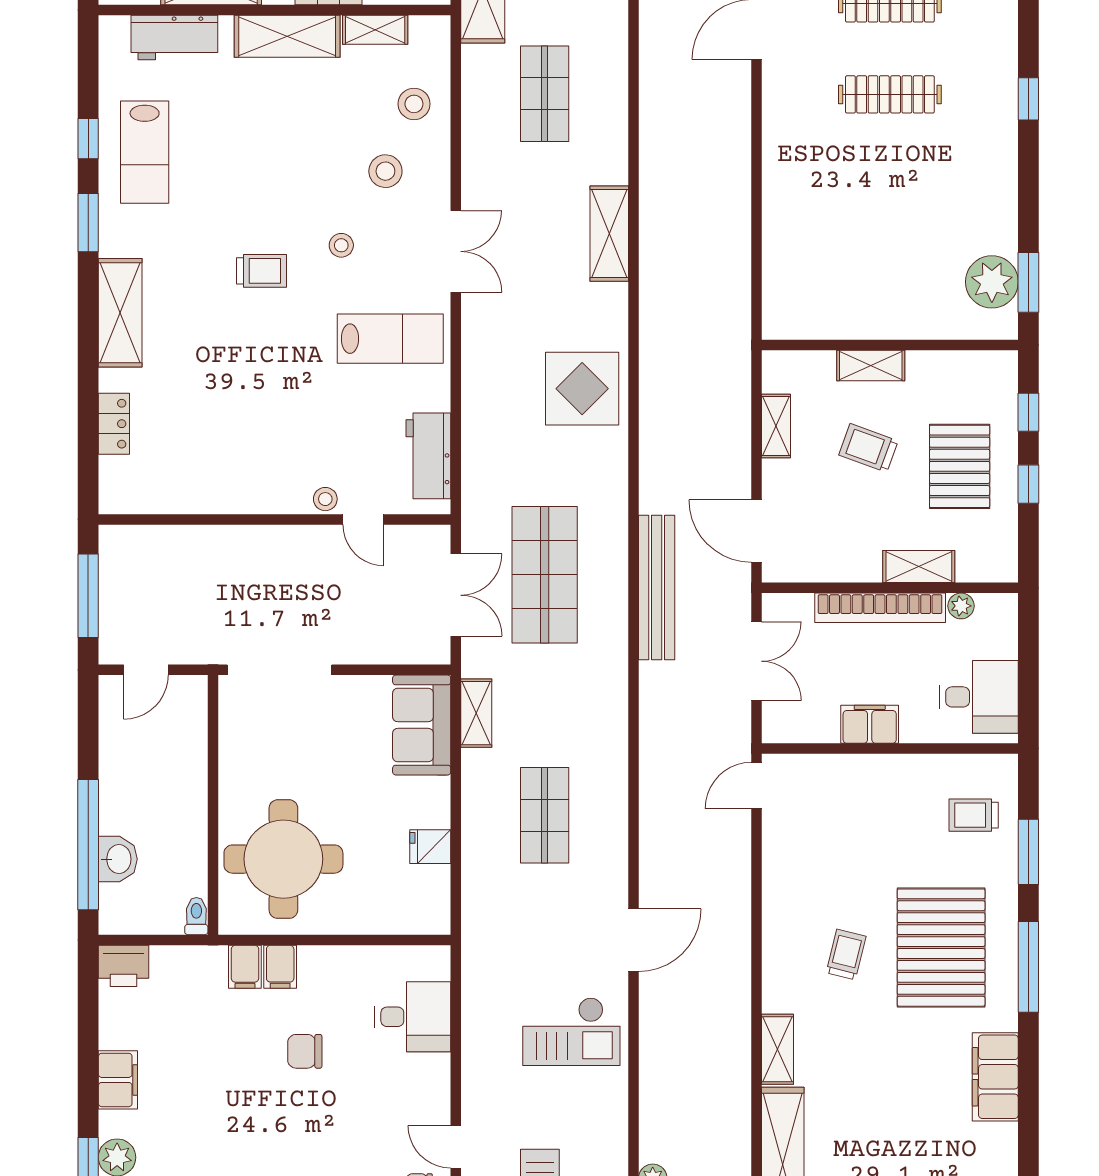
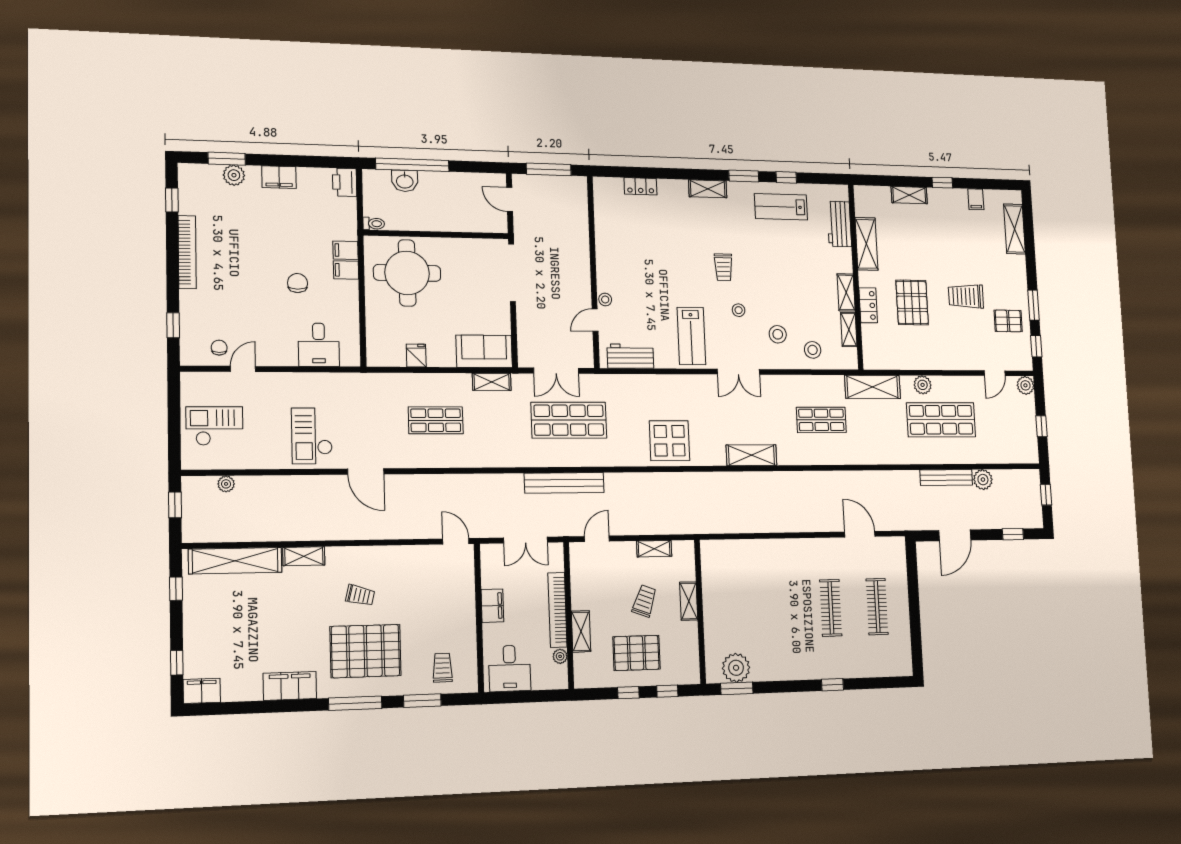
shelving: (287, 36) -> (846, 292), width x0.67, depth x0.75
shelving: (120, 313) -> (708, 189), width x0.67, depth x0.75
door: (757, 531) -> (597, 539), width x0.73

